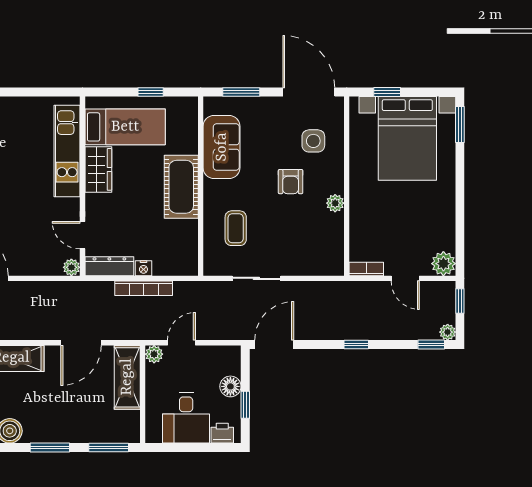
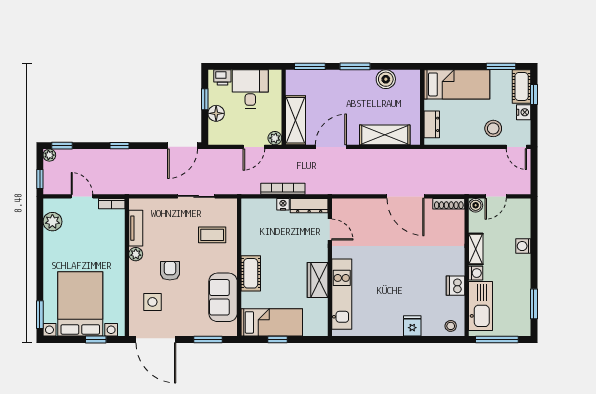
bed: (125, 127) -> (272, 322), moved, turned 180
cot: (181, 187) -> (251, 273), width x0.73, depth x0.75
coffee table: (236, 228) -> (212, 235), turned 90
tv unit: (335, 237) -> (136, 228), added
plant: (443, 264) -> (52, 222), moved
plant: (71, 267) -> (338, 205), removed

